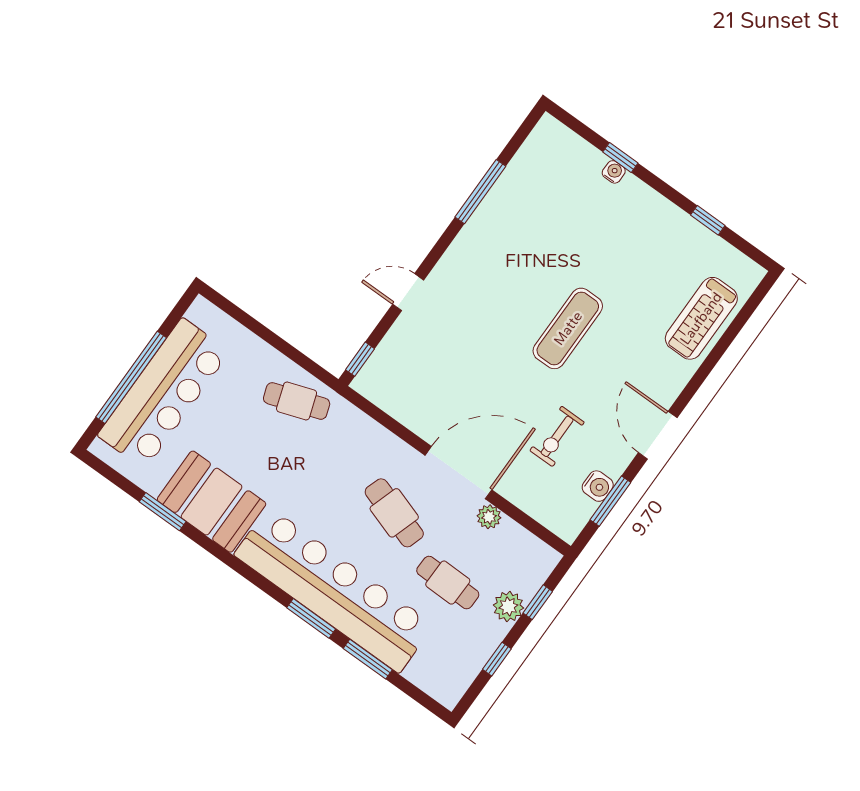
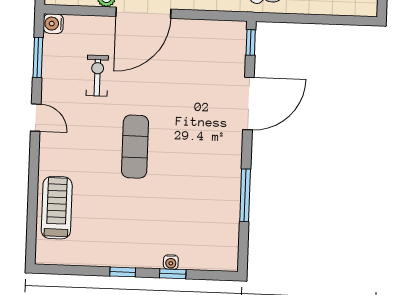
window: (708, 220) -> (123, 272), moved
door: (408, 292) -> (248, 103), width x1.87
door: (658, 435) -> (36, 118), width x0.73
water cooler: (598, 486) -> (53, 24), moved

